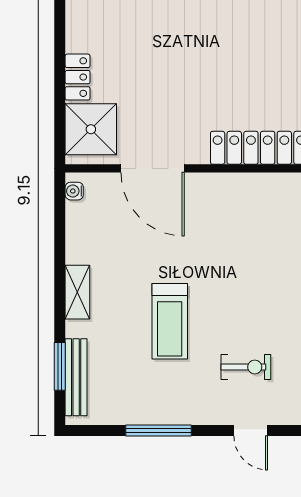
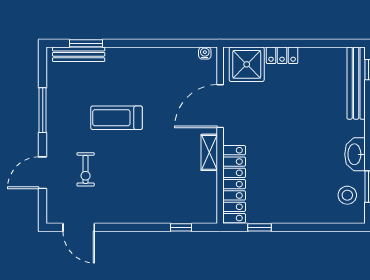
shelving: (77, 292) -> (209, 152), moved, turned 90
door: (251, 430) -> (43, 173), width x1.38

